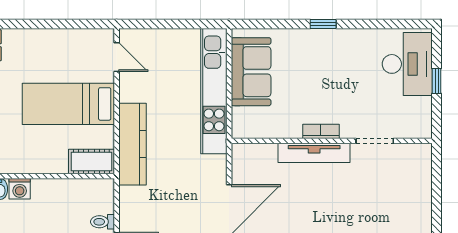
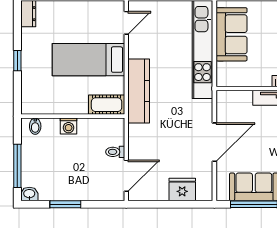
door: (117, 57) -> (126, 23), hinge flipped
washing machine: (20, 189) -> (69, 126), moved

